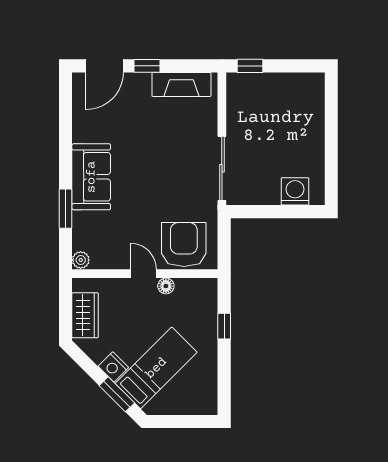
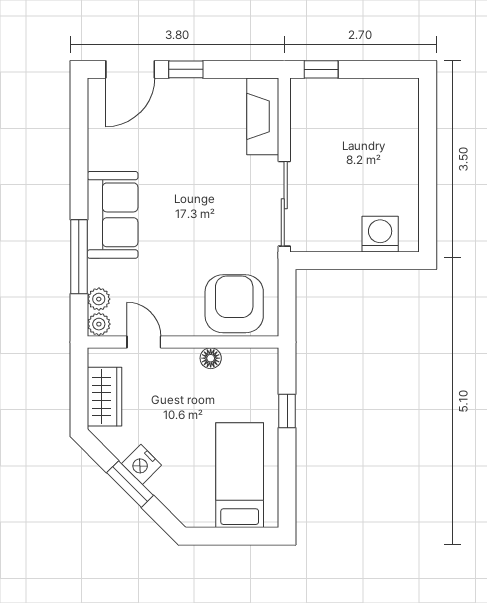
fireplace: (181, 84) -> (263, 116), moved, turned 90
window: (66, 209) -> (79, 257), width x1.44
plant: (81, 241) -> (99, 299), added
door: (143, 274) -> (144, 342), moved
bed: (156, 368) -> (240, 475), moved, turned -45
window: (117, 394) -> (130, 484), moved

